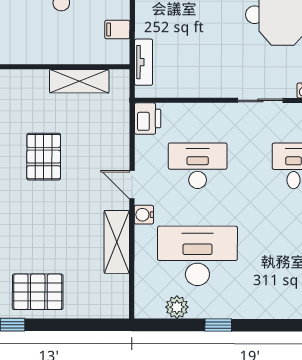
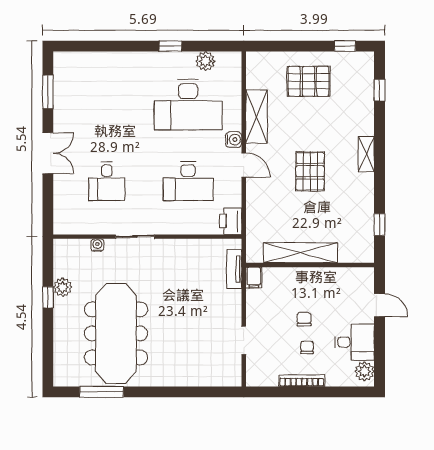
filing cabinet: (117, 30) -> (254, 278), moved, turned 90
shelving: (79, 81) -> (300, 253), width x1.47
pallet: (44, 157) -> (310, 171), moved
pallet: (38, 292) -> (309, 81), moved

